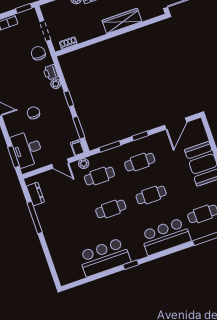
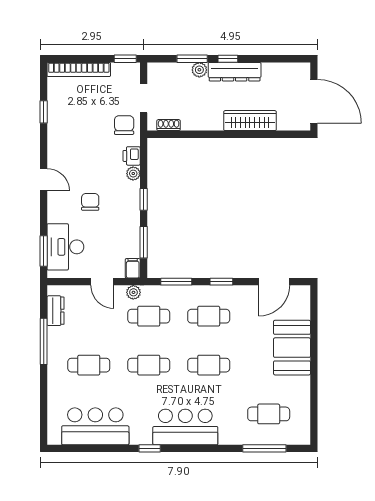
cafe table: (70, 223) -> (89, 365), added
bar counter: (166, 237) -> (185, 427), moved
bar counter: (104, 257) -> (95, 426), moved

